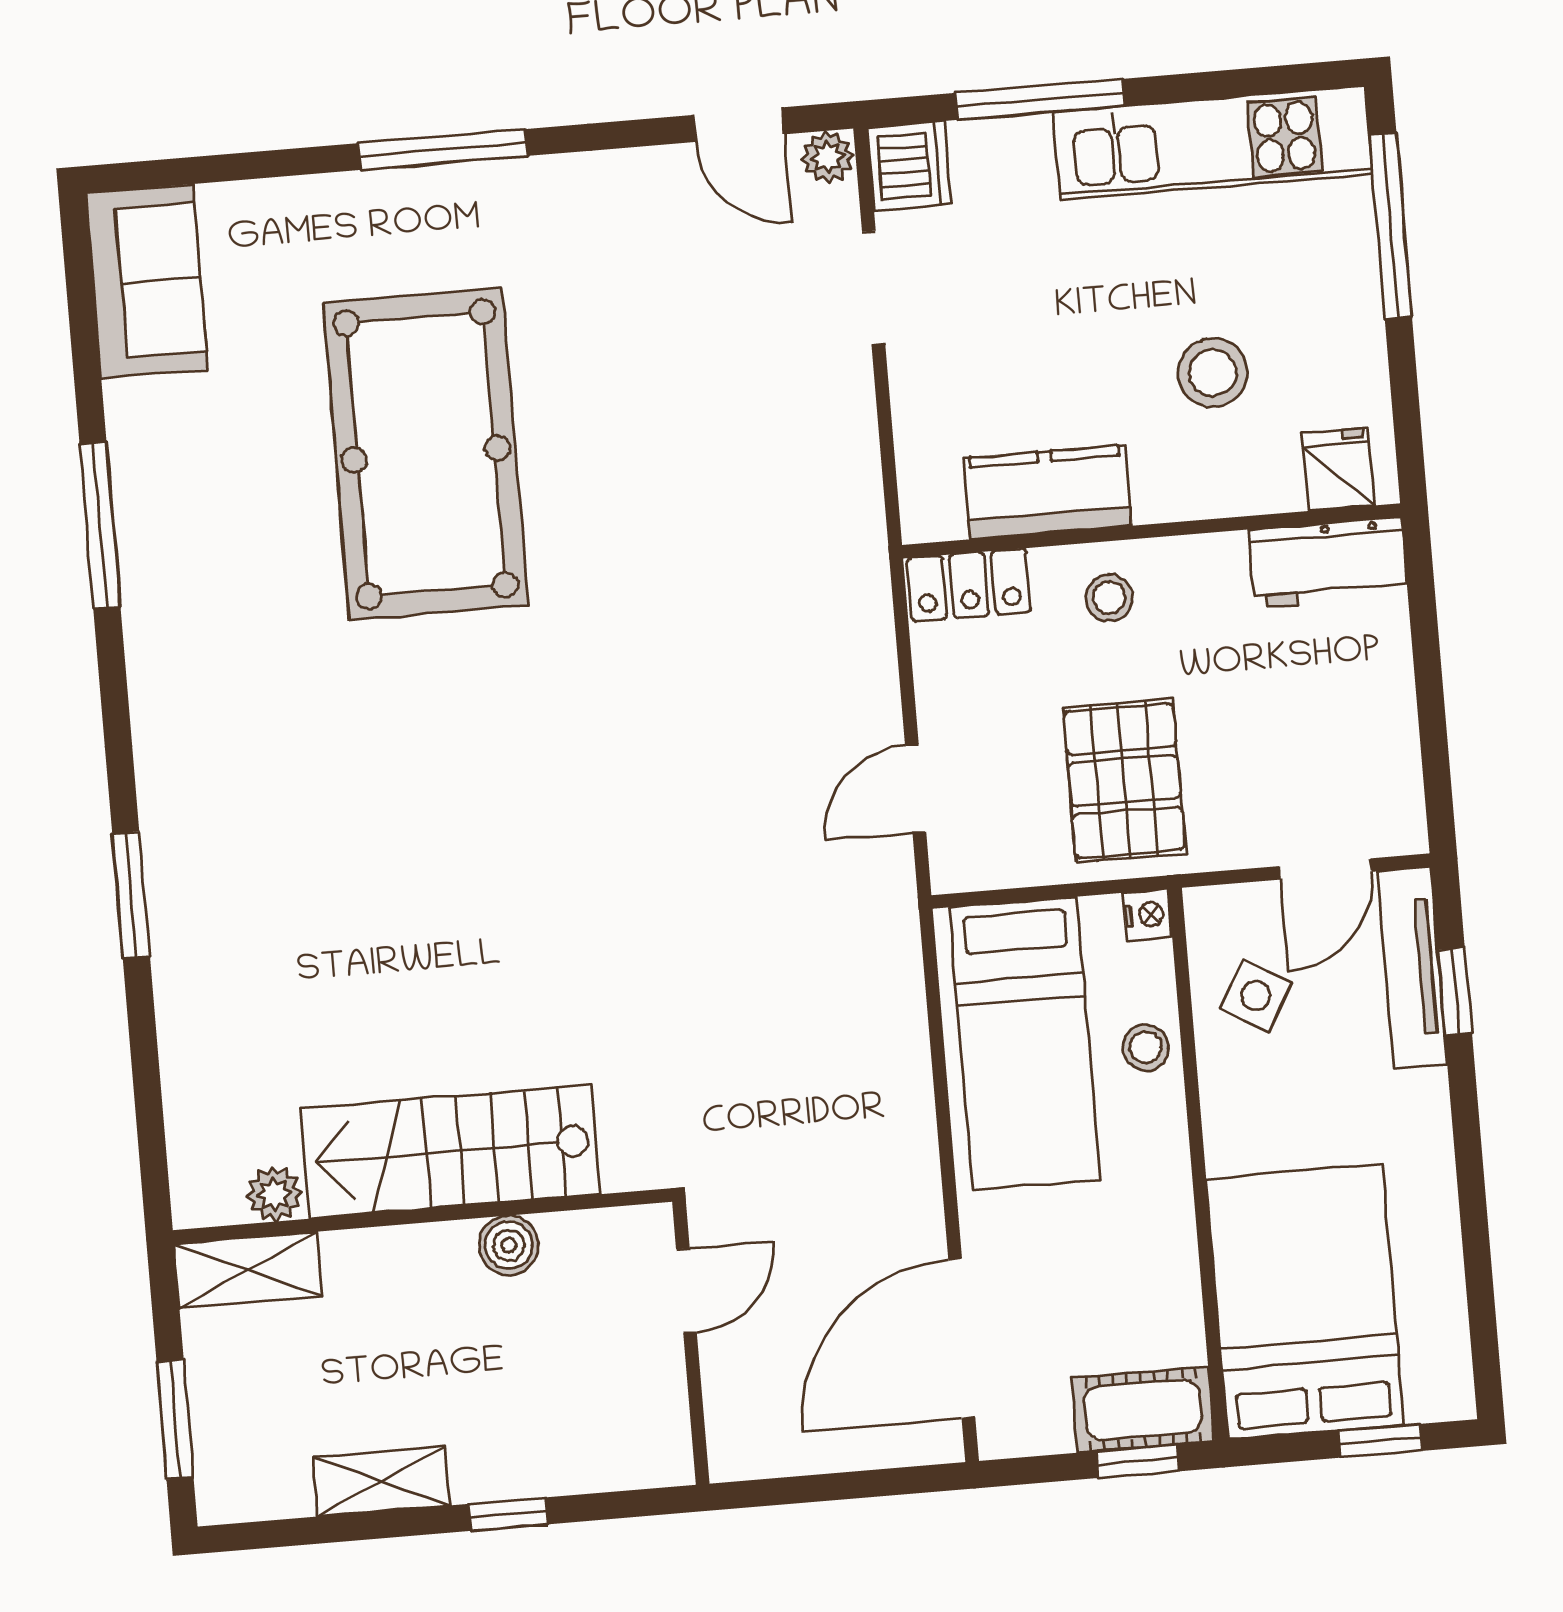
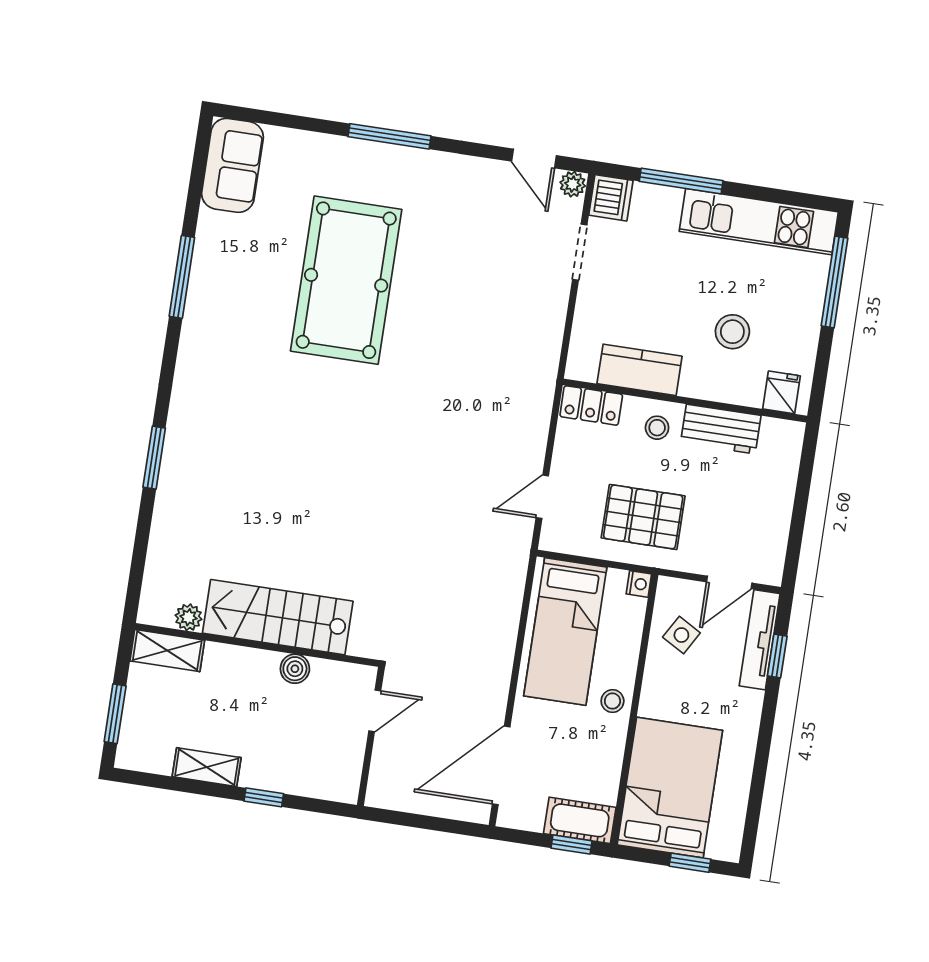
workbench: (1328, 563) -> (721, 429), moved
pallet: (1124, 781) -> (643, 517), turned 90
stool: (1146, 1047) -> (612, 701), moved

